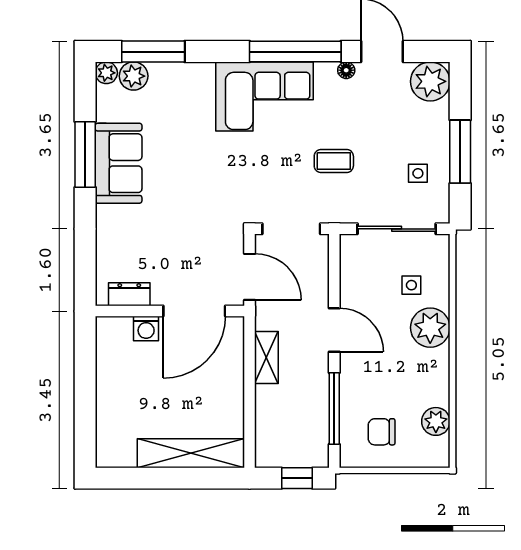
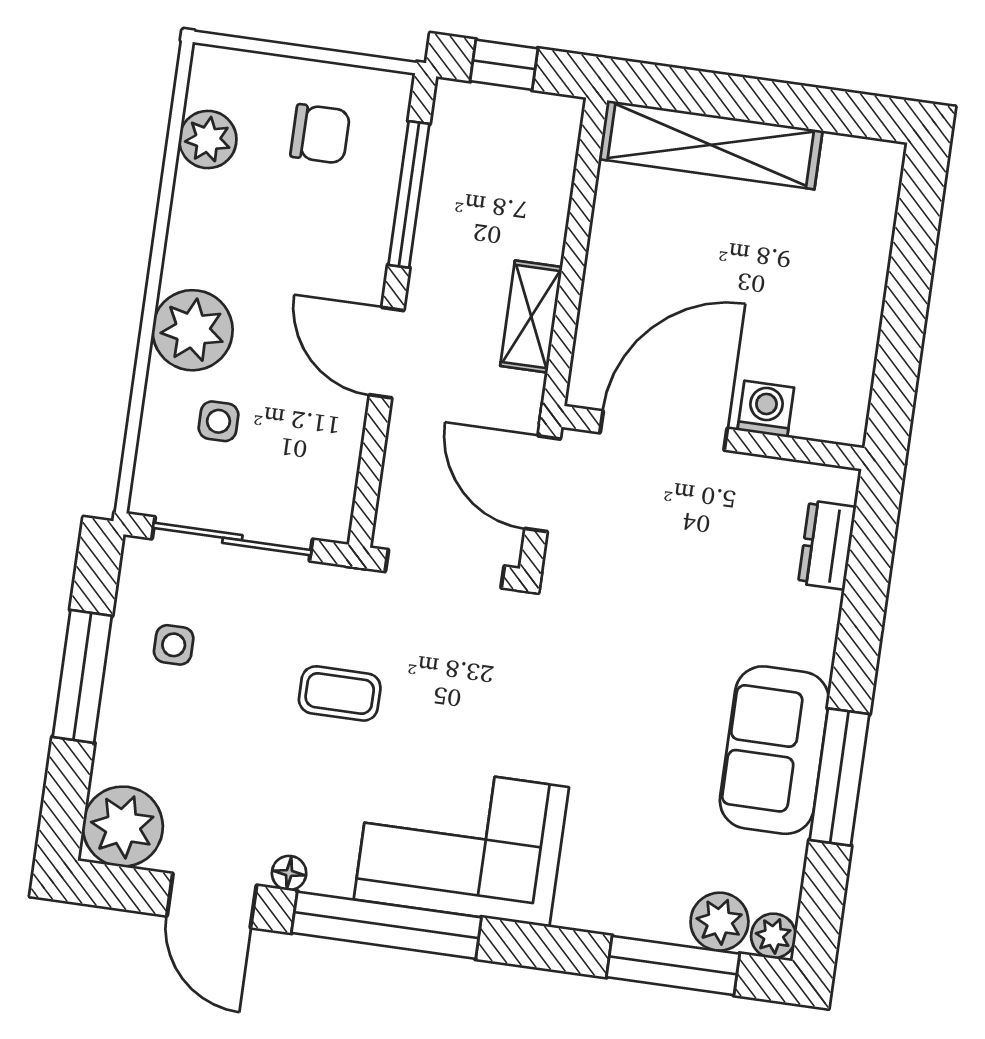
dresser: (129, 294) -> (827, 545), moved, turned 90

